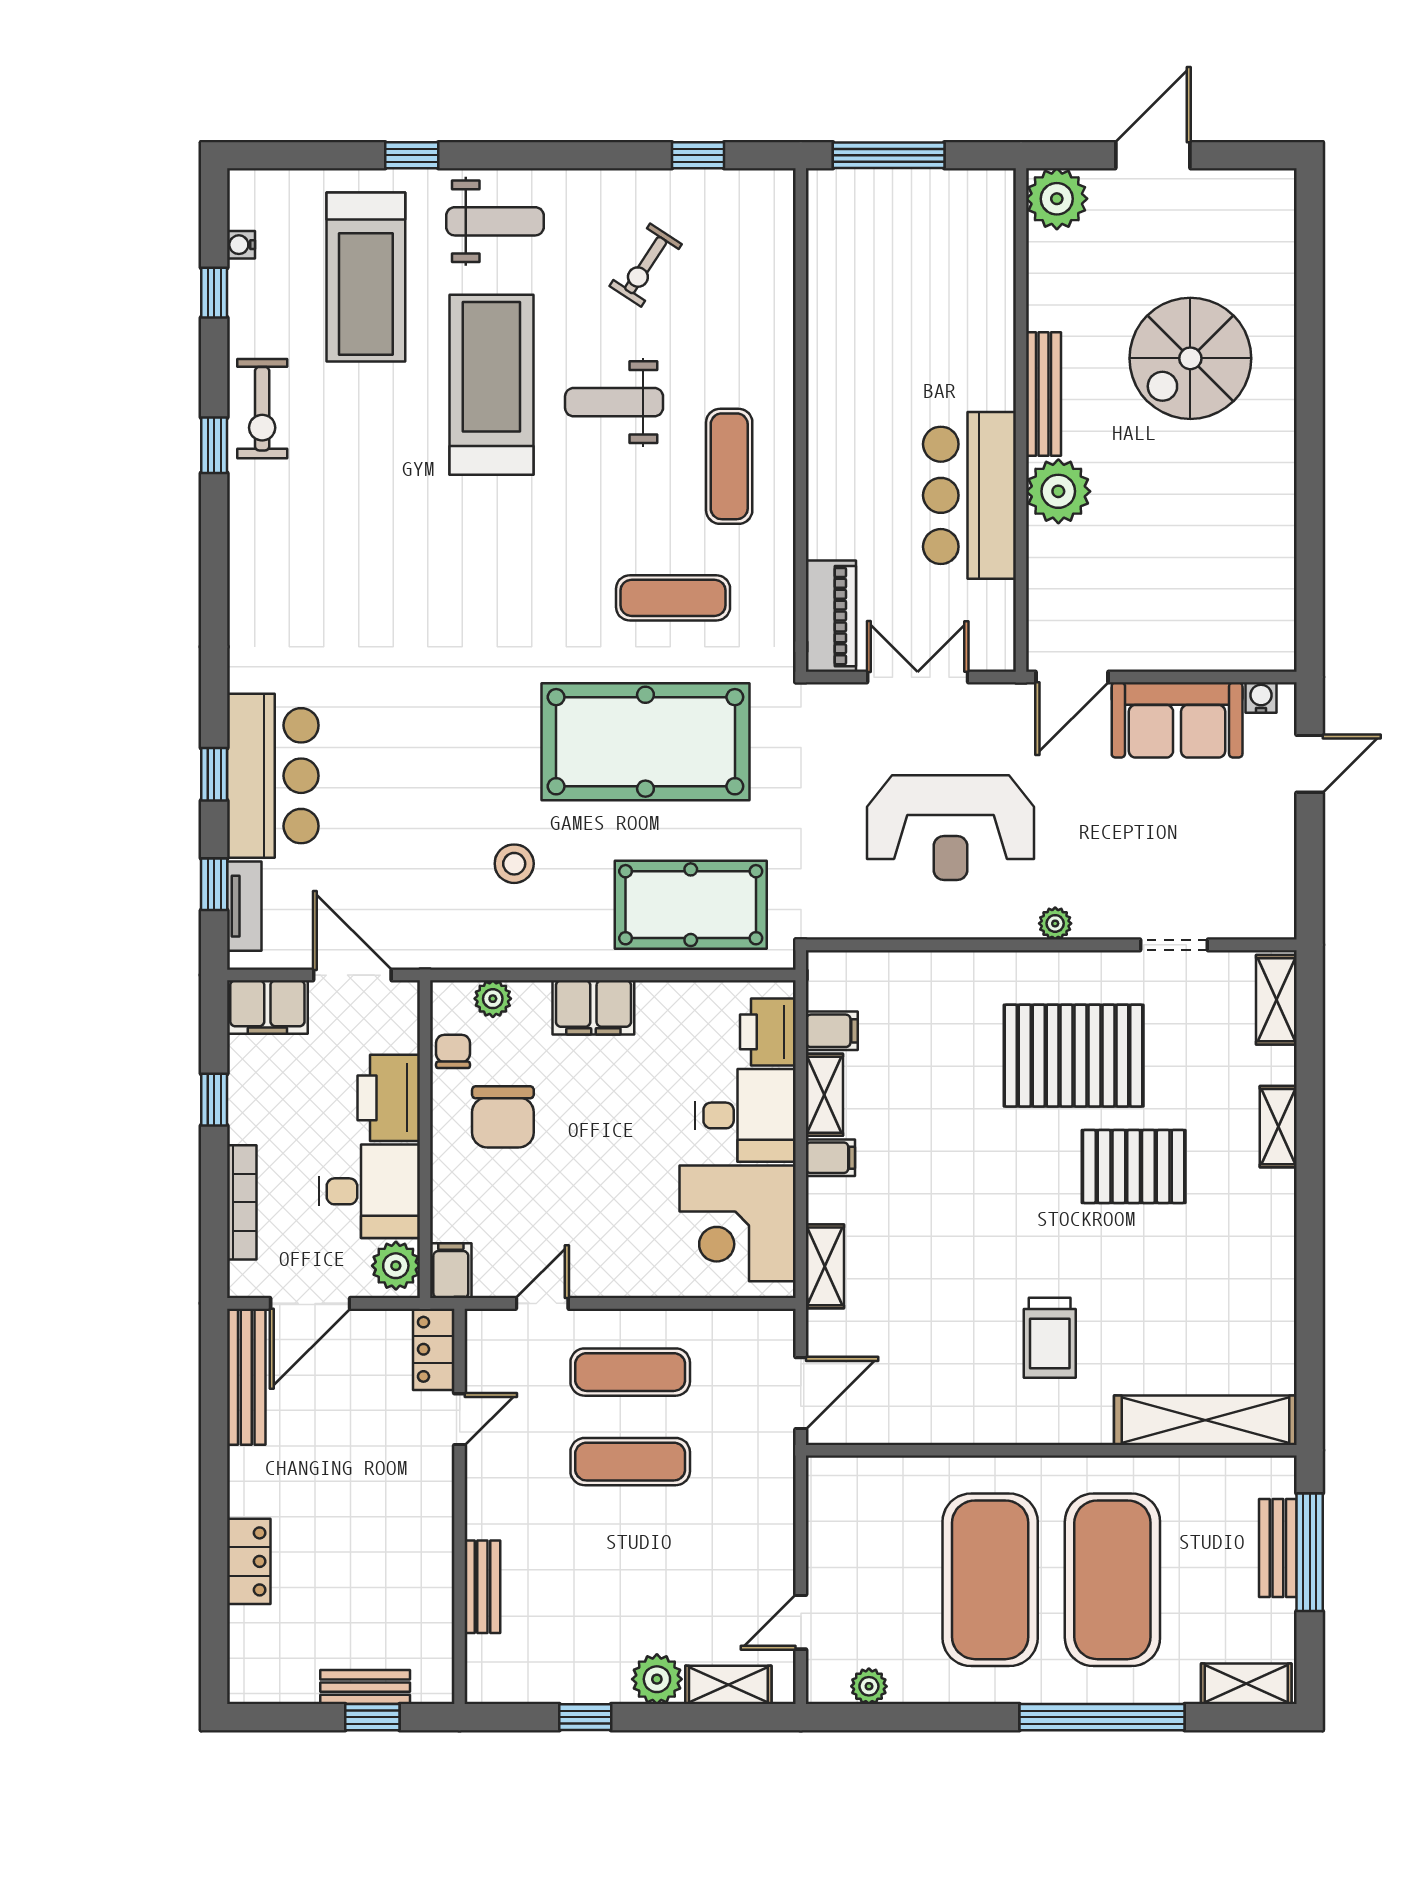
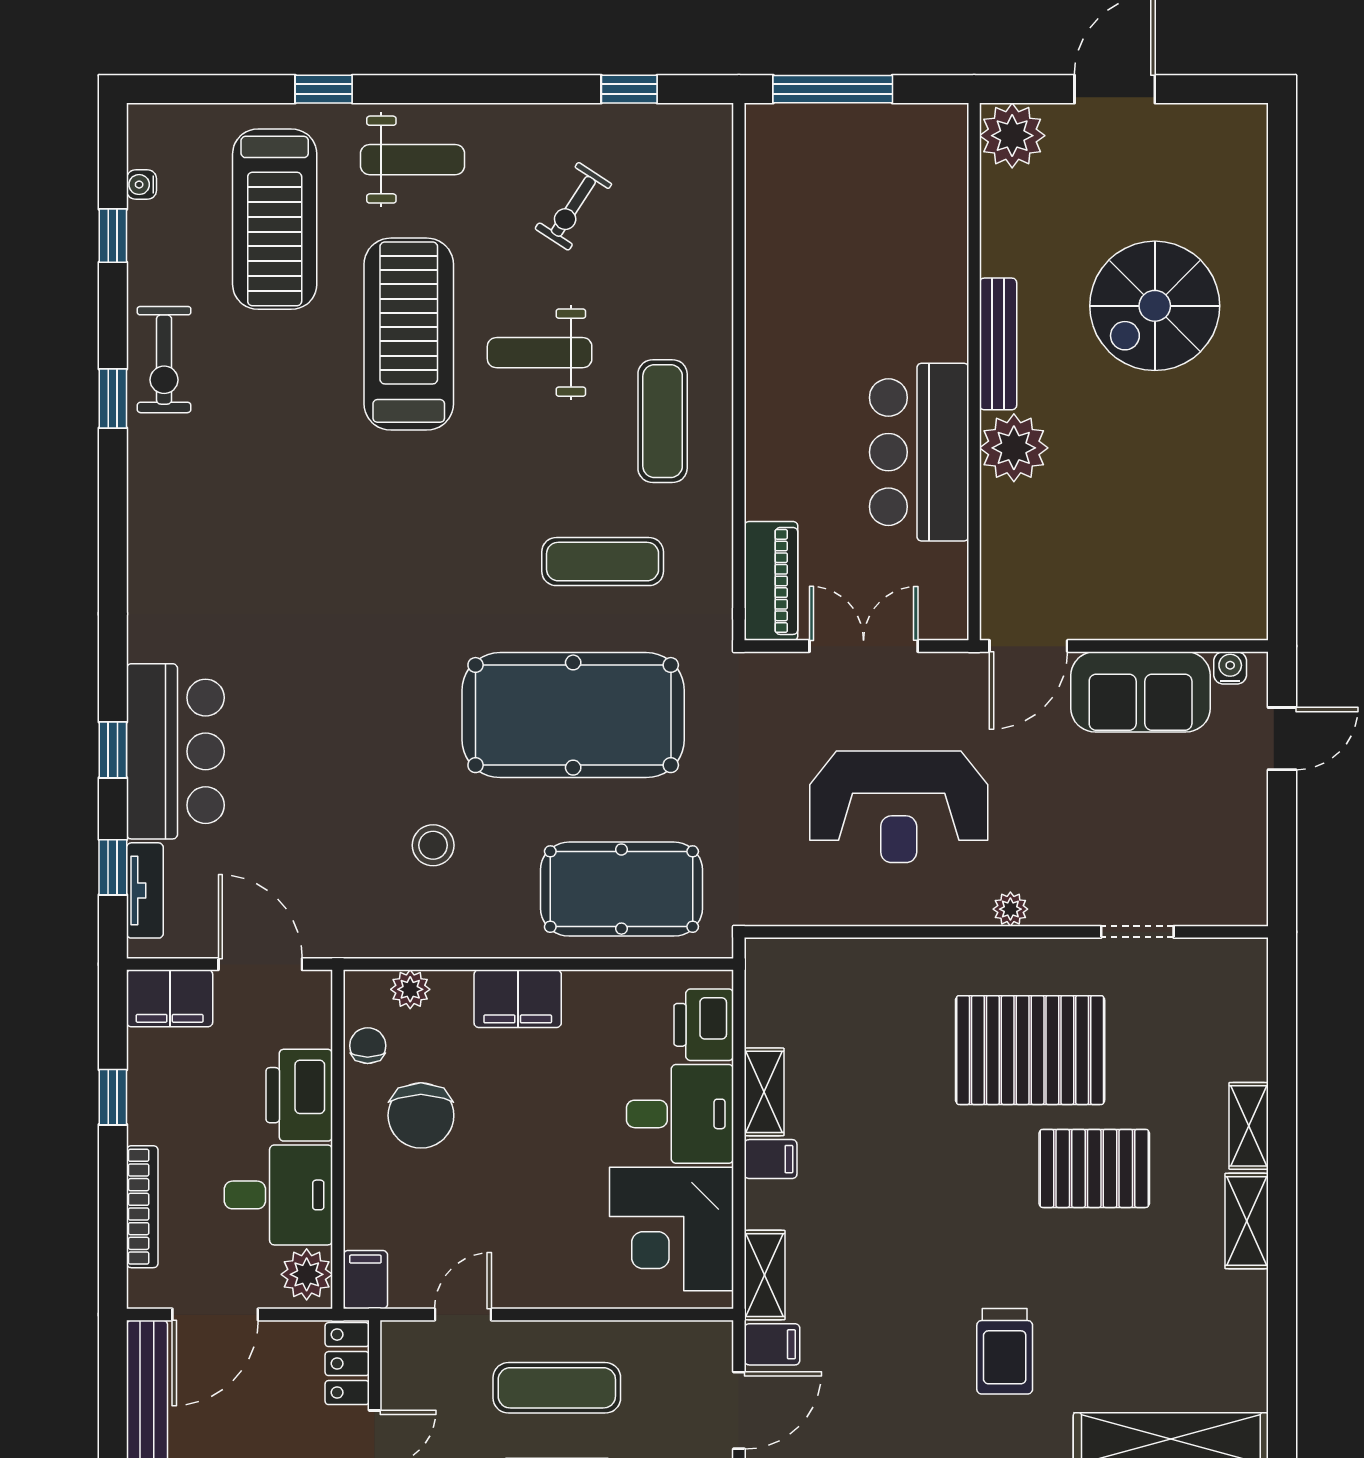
shelving: (1276, 1000) -> (1247, 1221), moved
filing cabinet: (832, 1031) -> (772, 1344), moved

